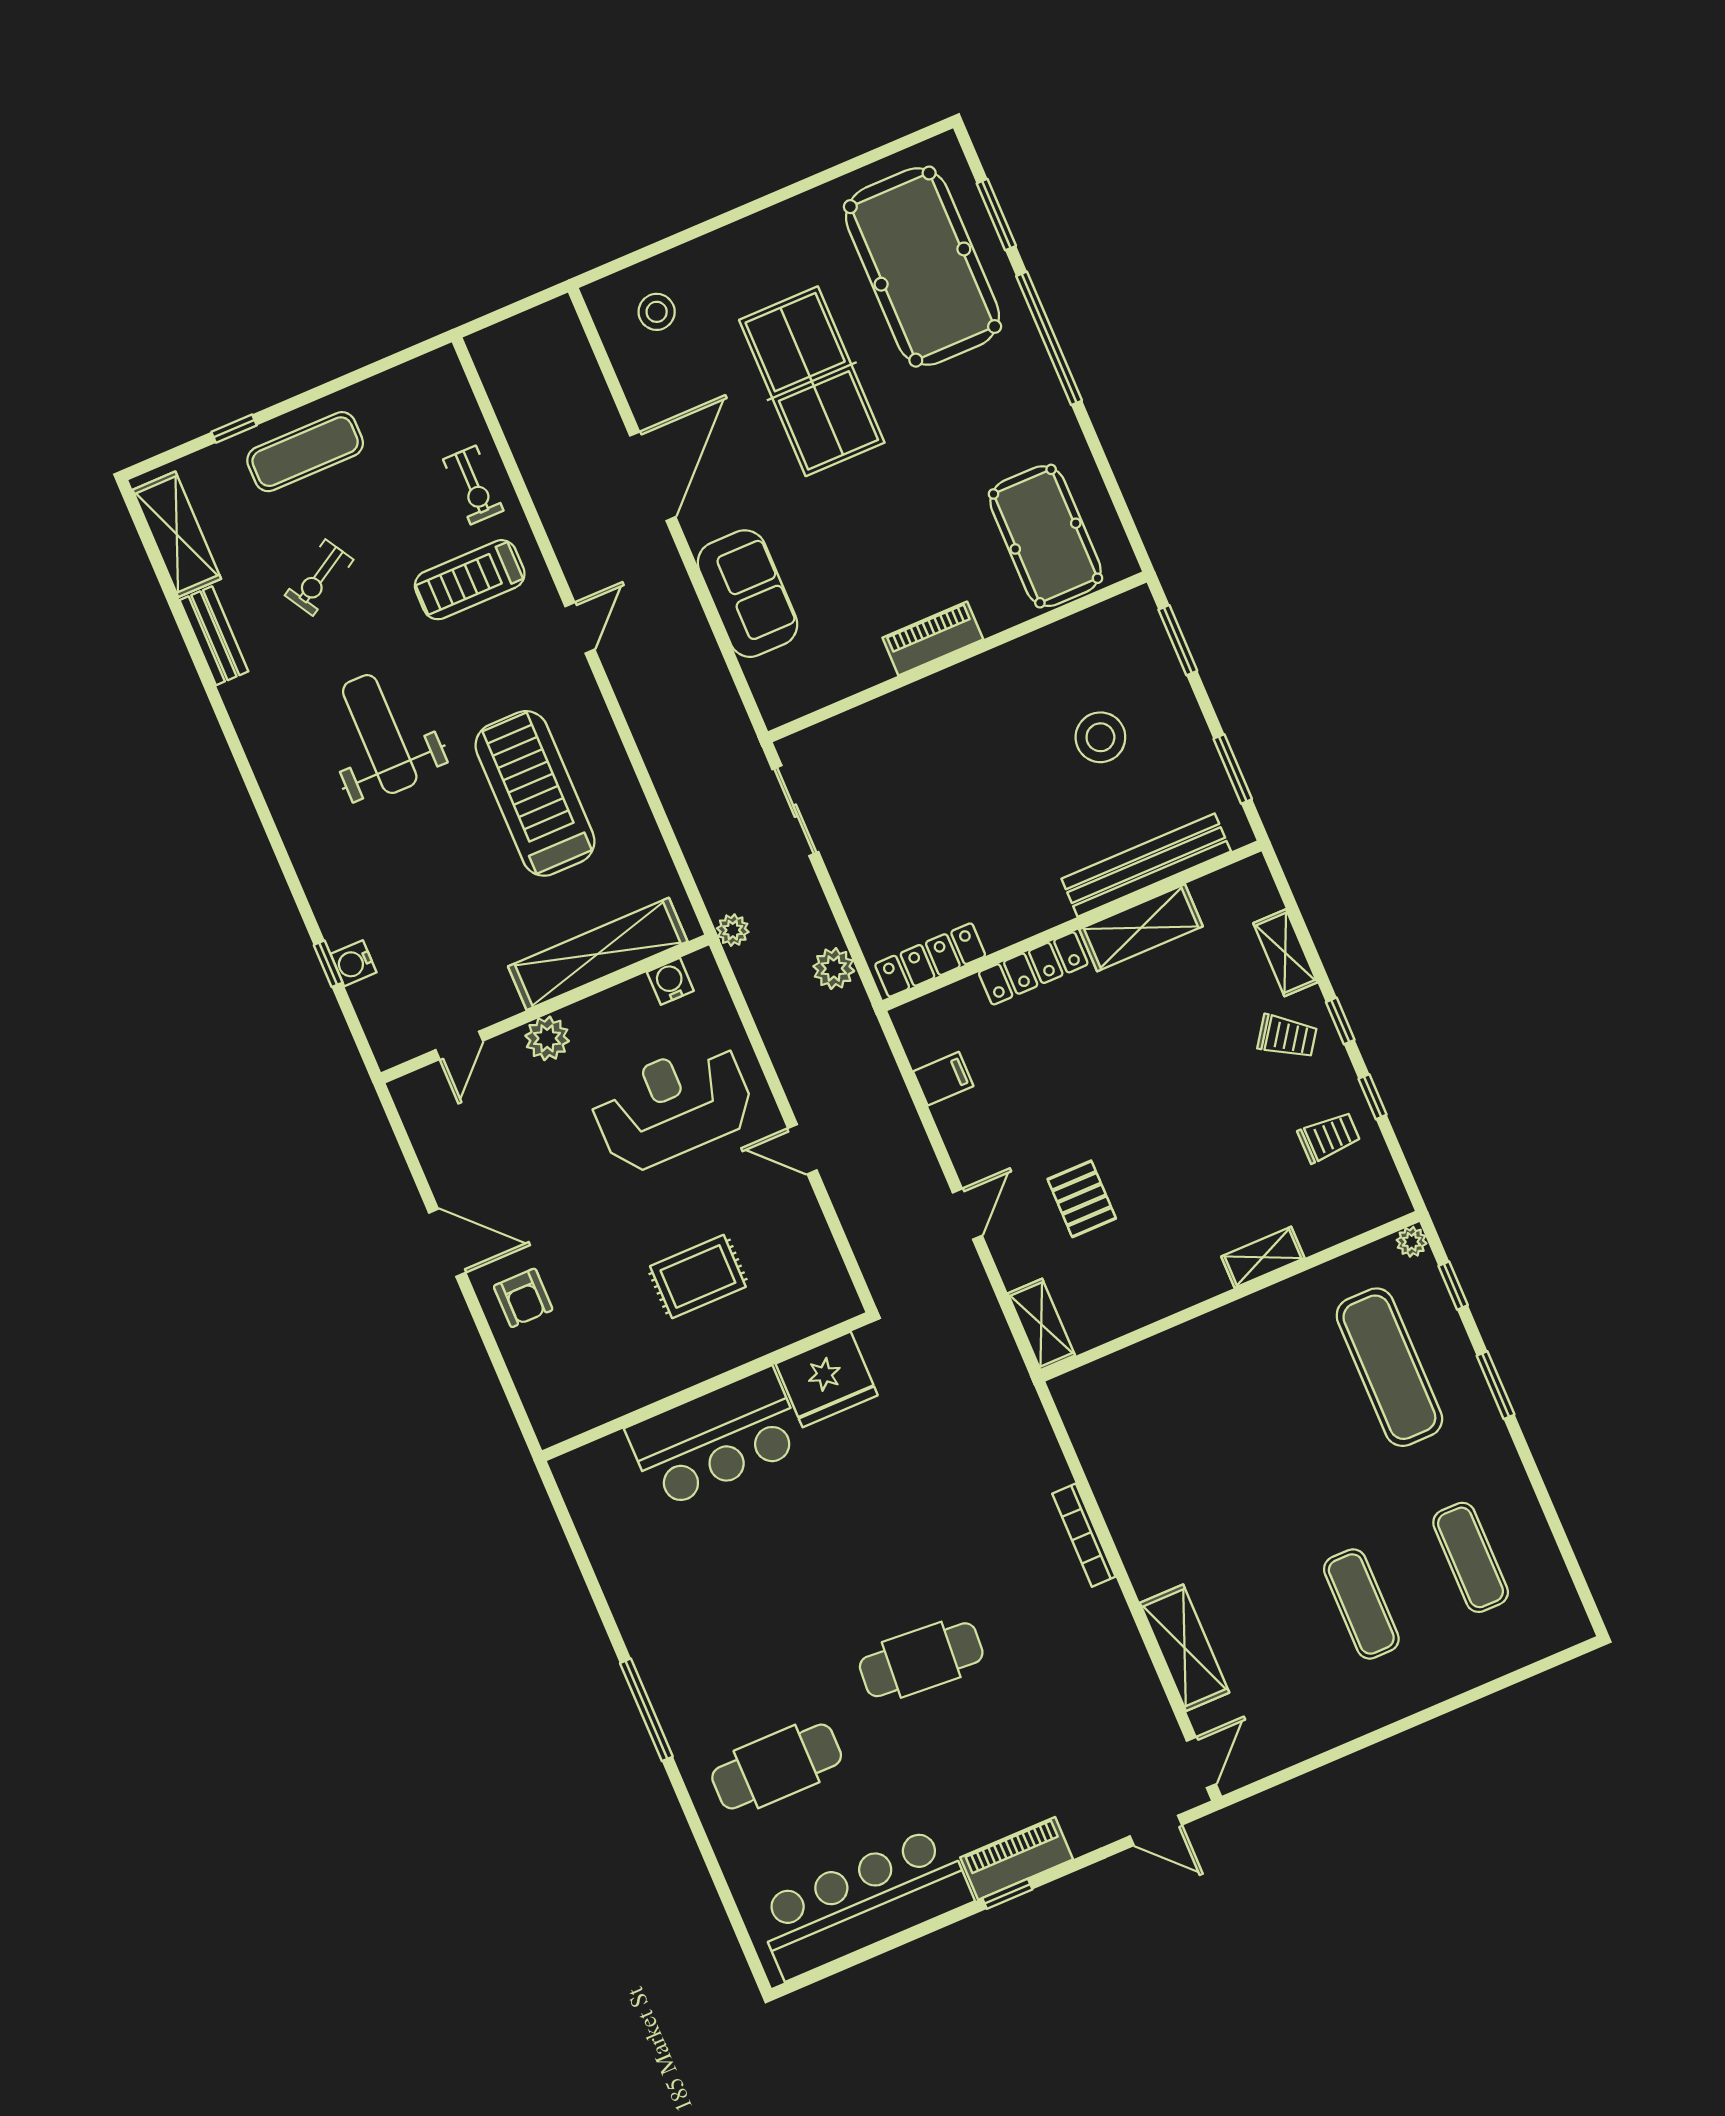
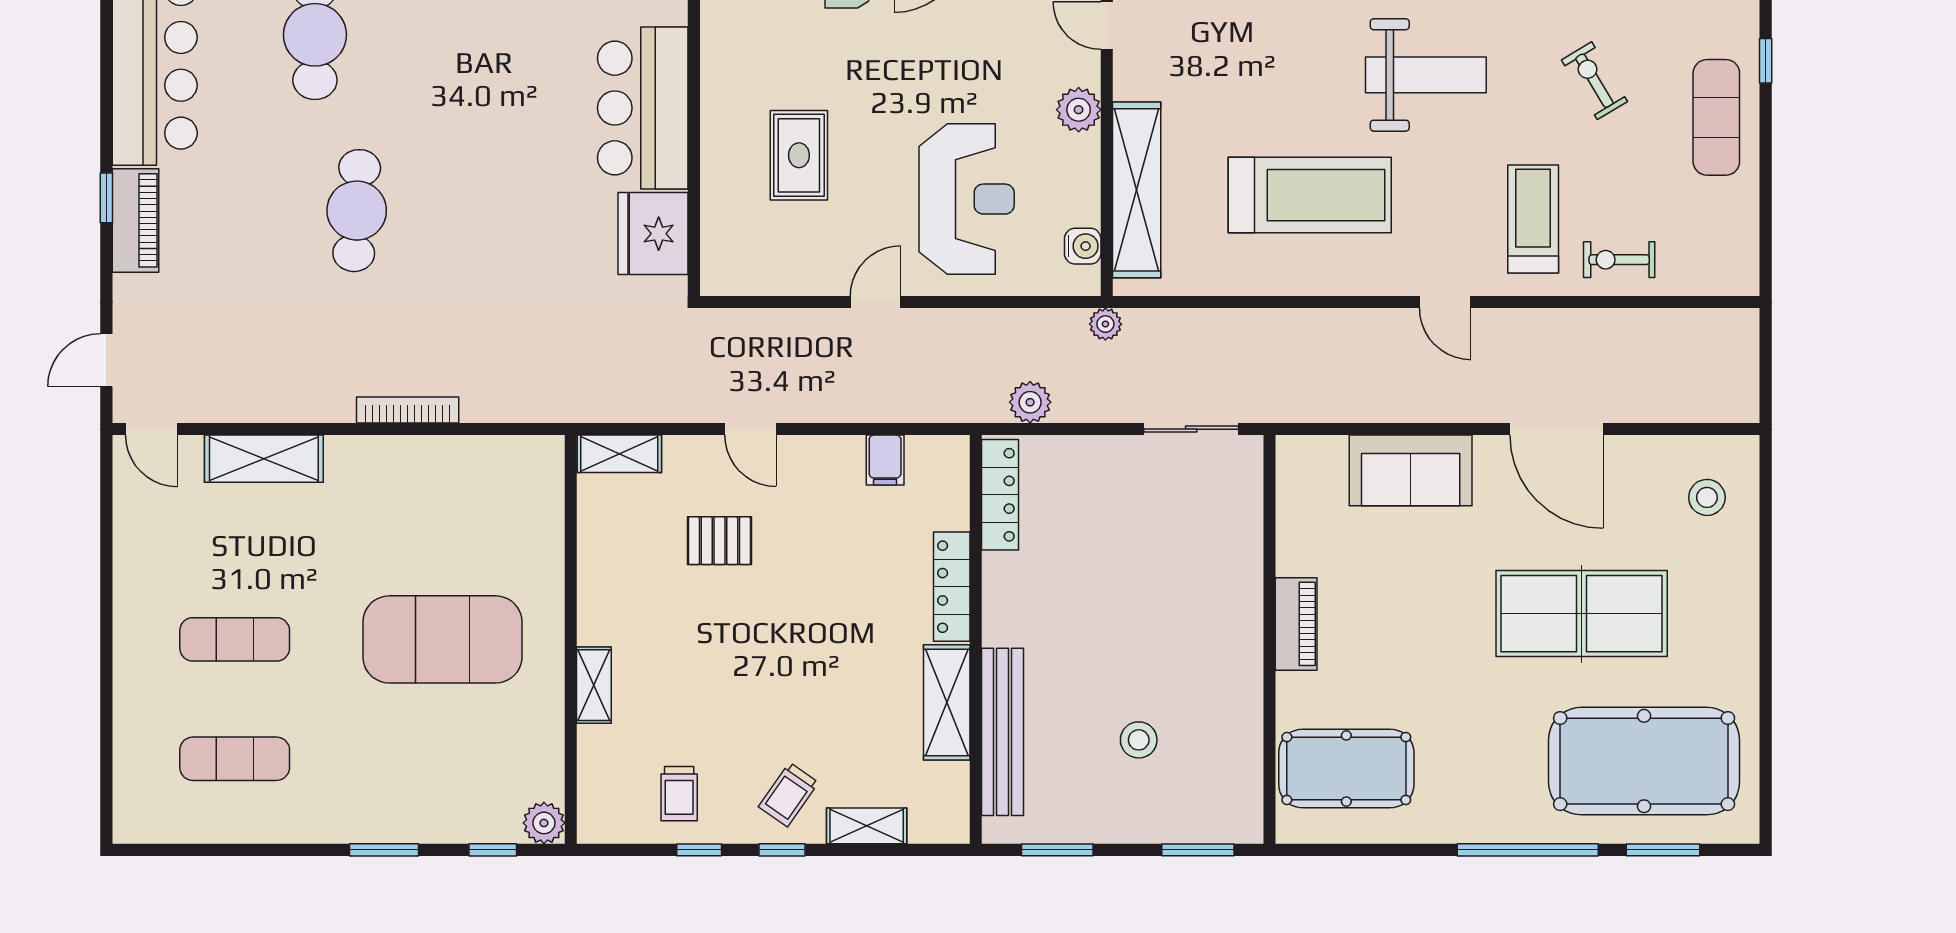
stool: (1100, 737) -> (1139, 740), width x0.73, depth x0.73
plant: (1412, 1242) -> (544, 823), width x1.38, depth x1.38
exercise mat: (1389, 1367) -> (442, 639), moved, width x1.47

